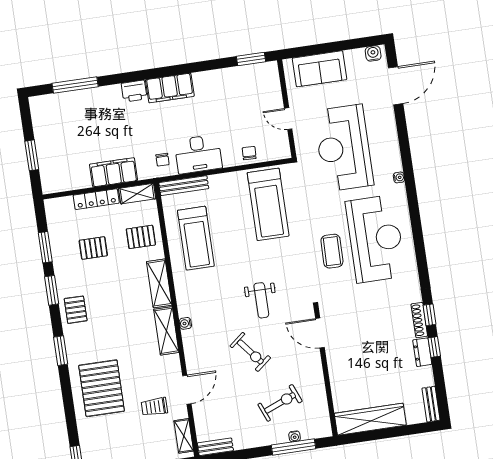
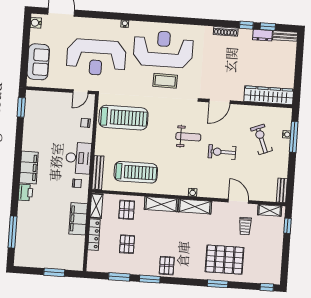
door: (288, 119) -> (81, 92), moved
pallet: (76, 310) -> (167, 266), turned 90
window: (429, 315) -> (268, 27), moved
window: (61, 351) -> (218, 284), moved
exercise bike: (250, 352) -> (222, 152), turned -141
dresser: (422, 352) -> (262, 35), moved
wardrobe: (370, 419) -> (269, 95), moved, turned 90

